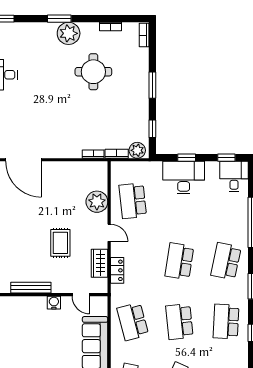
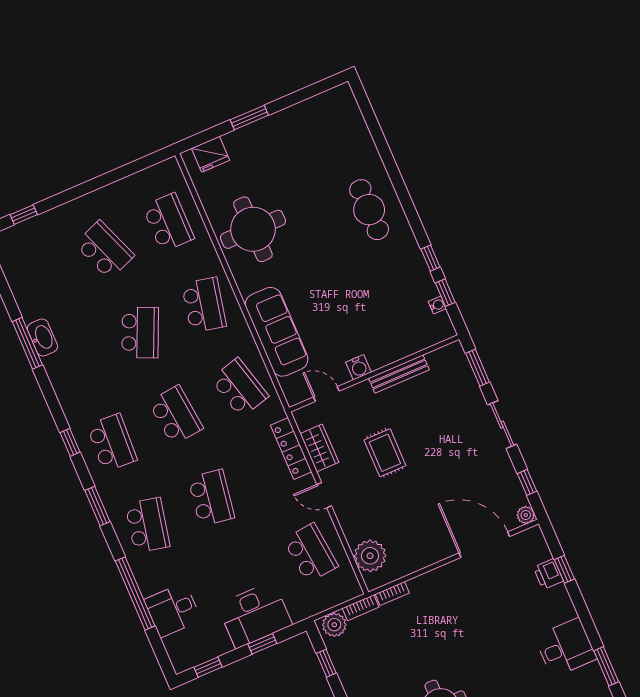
desk: (234, 176) -> (173, 610), moved, turned 90
plant: (97, 202) -> (370, 556), moved
locker: (117, 270) -> (291, 449), width x1.53

